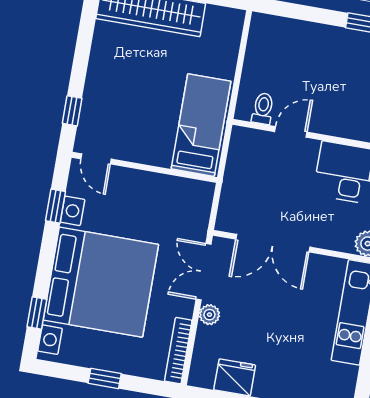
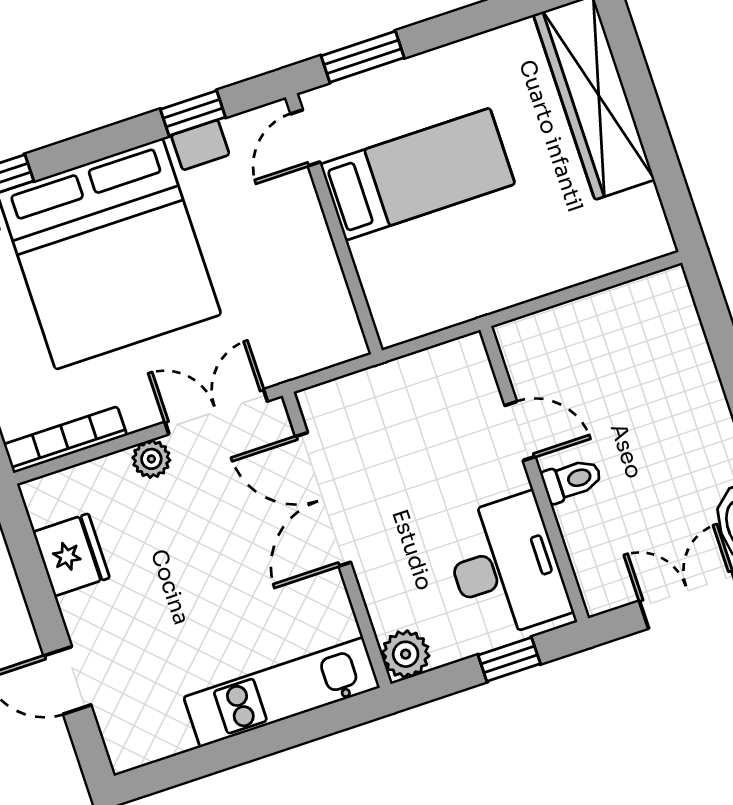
toilet: (263, 109) -> (572, 480), moved
window: (72, 111) -> (363, 57), width x1.50
bed: (201, 125) -> (418, 174), moved

